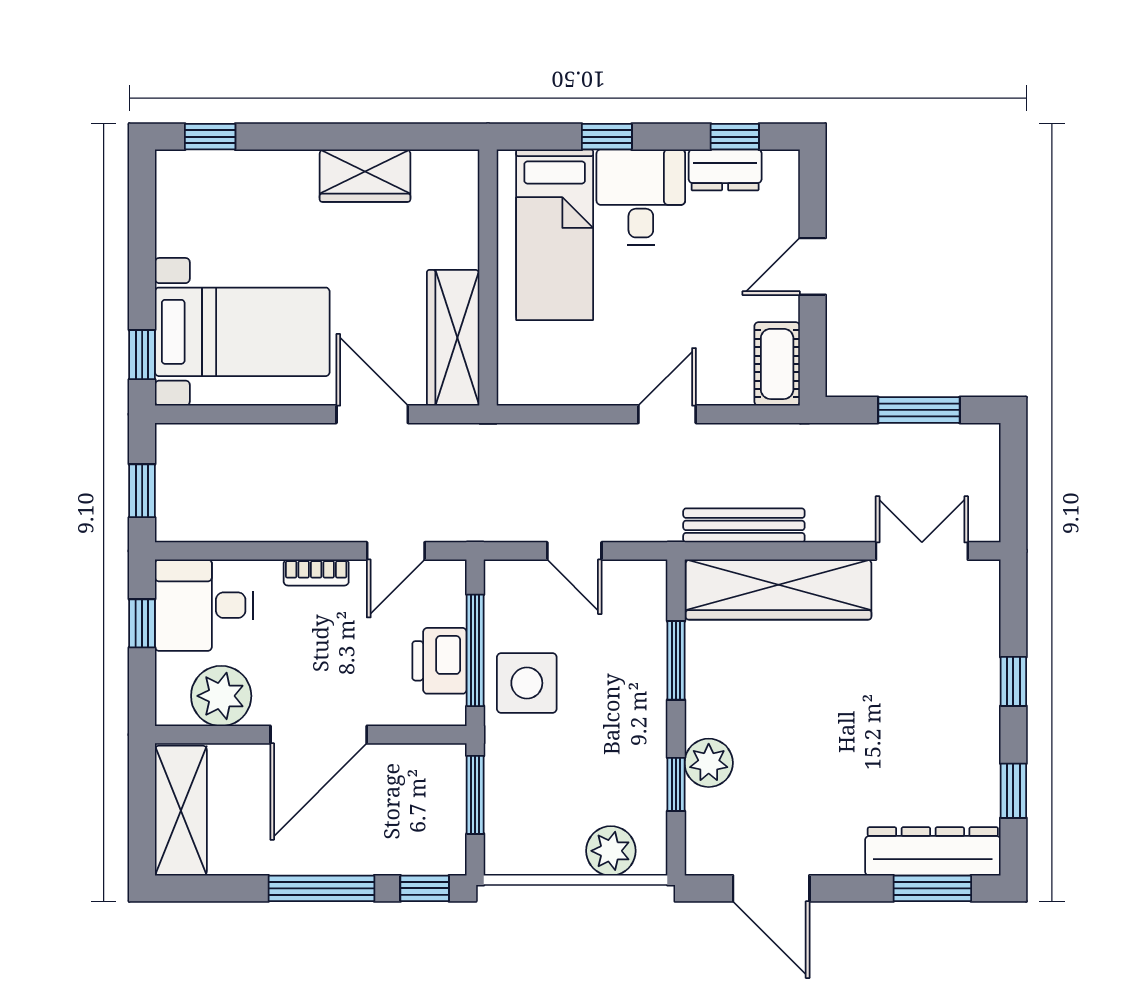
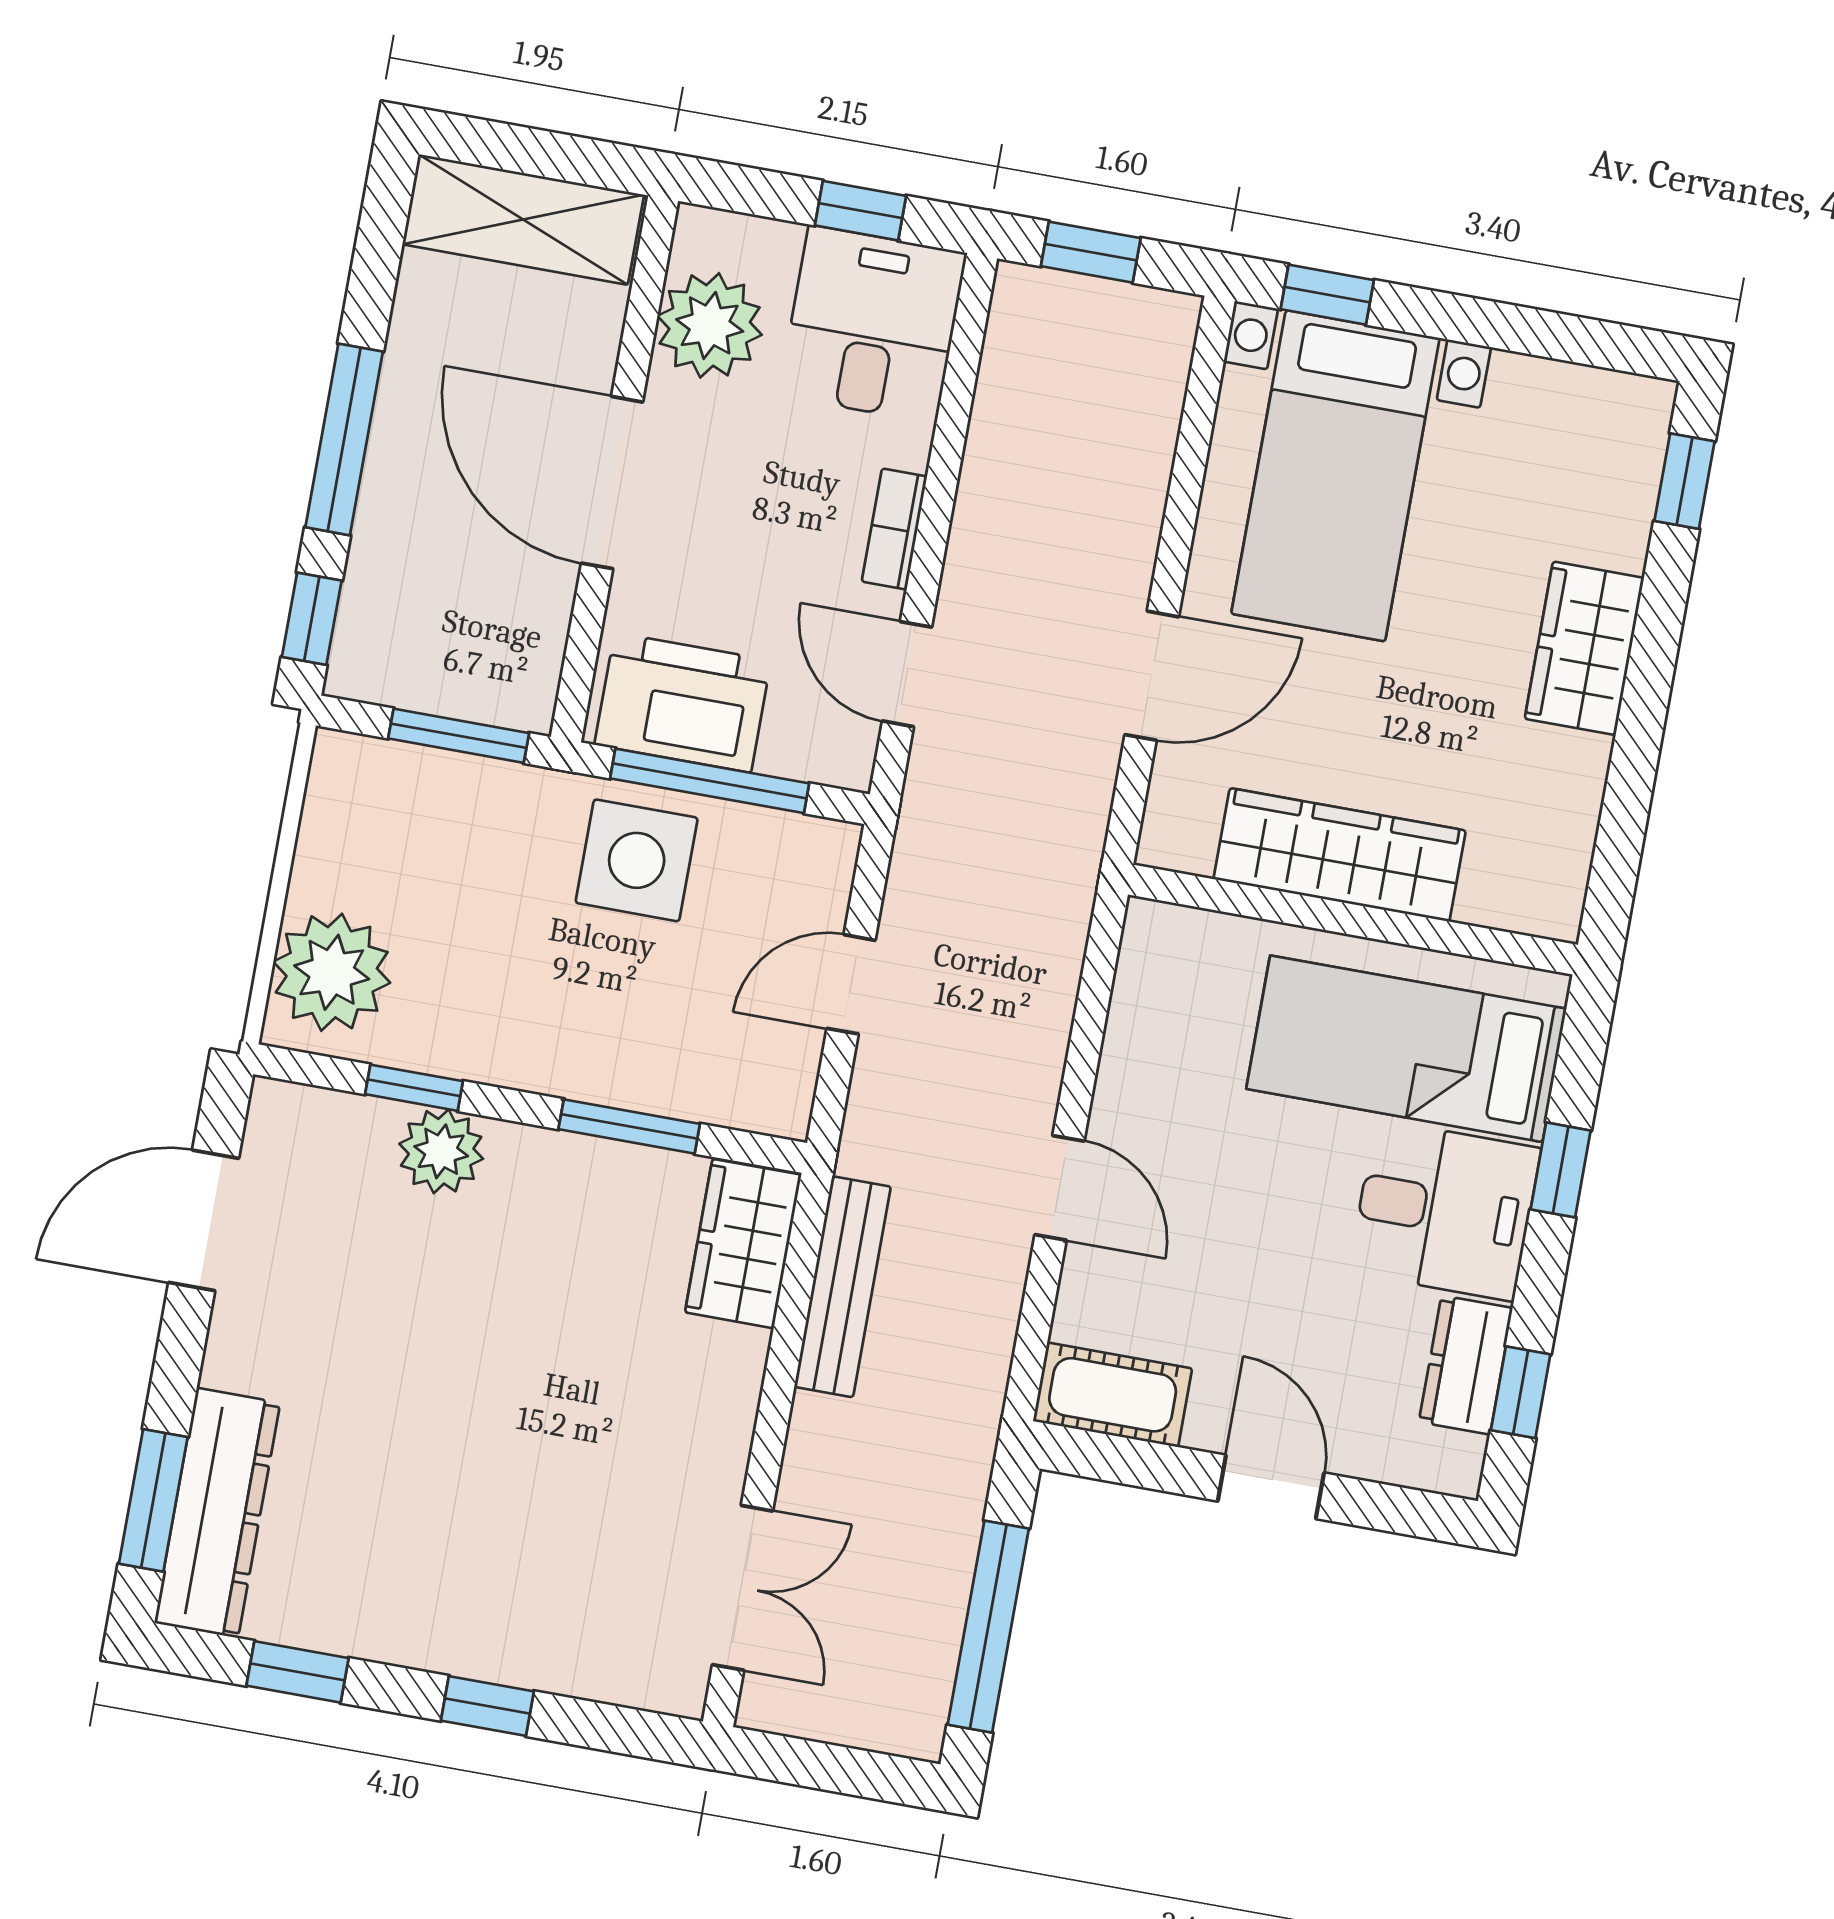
wardrobe: (365, 176) -> (1584, 648), moved
wardrobe: (453, 338) -> (1340, 855), moved
window: (919, 410) -> (988, 1627), width x1.44
wardrobe: (779, 590) -> (743, 1244), width x0.48, depth x0.85
printer: (439, 661) -> (683, 703), width x1.37, depth x1.19
plant: (611, 851) -> (332, 972), width x1.36, depth x1.36

